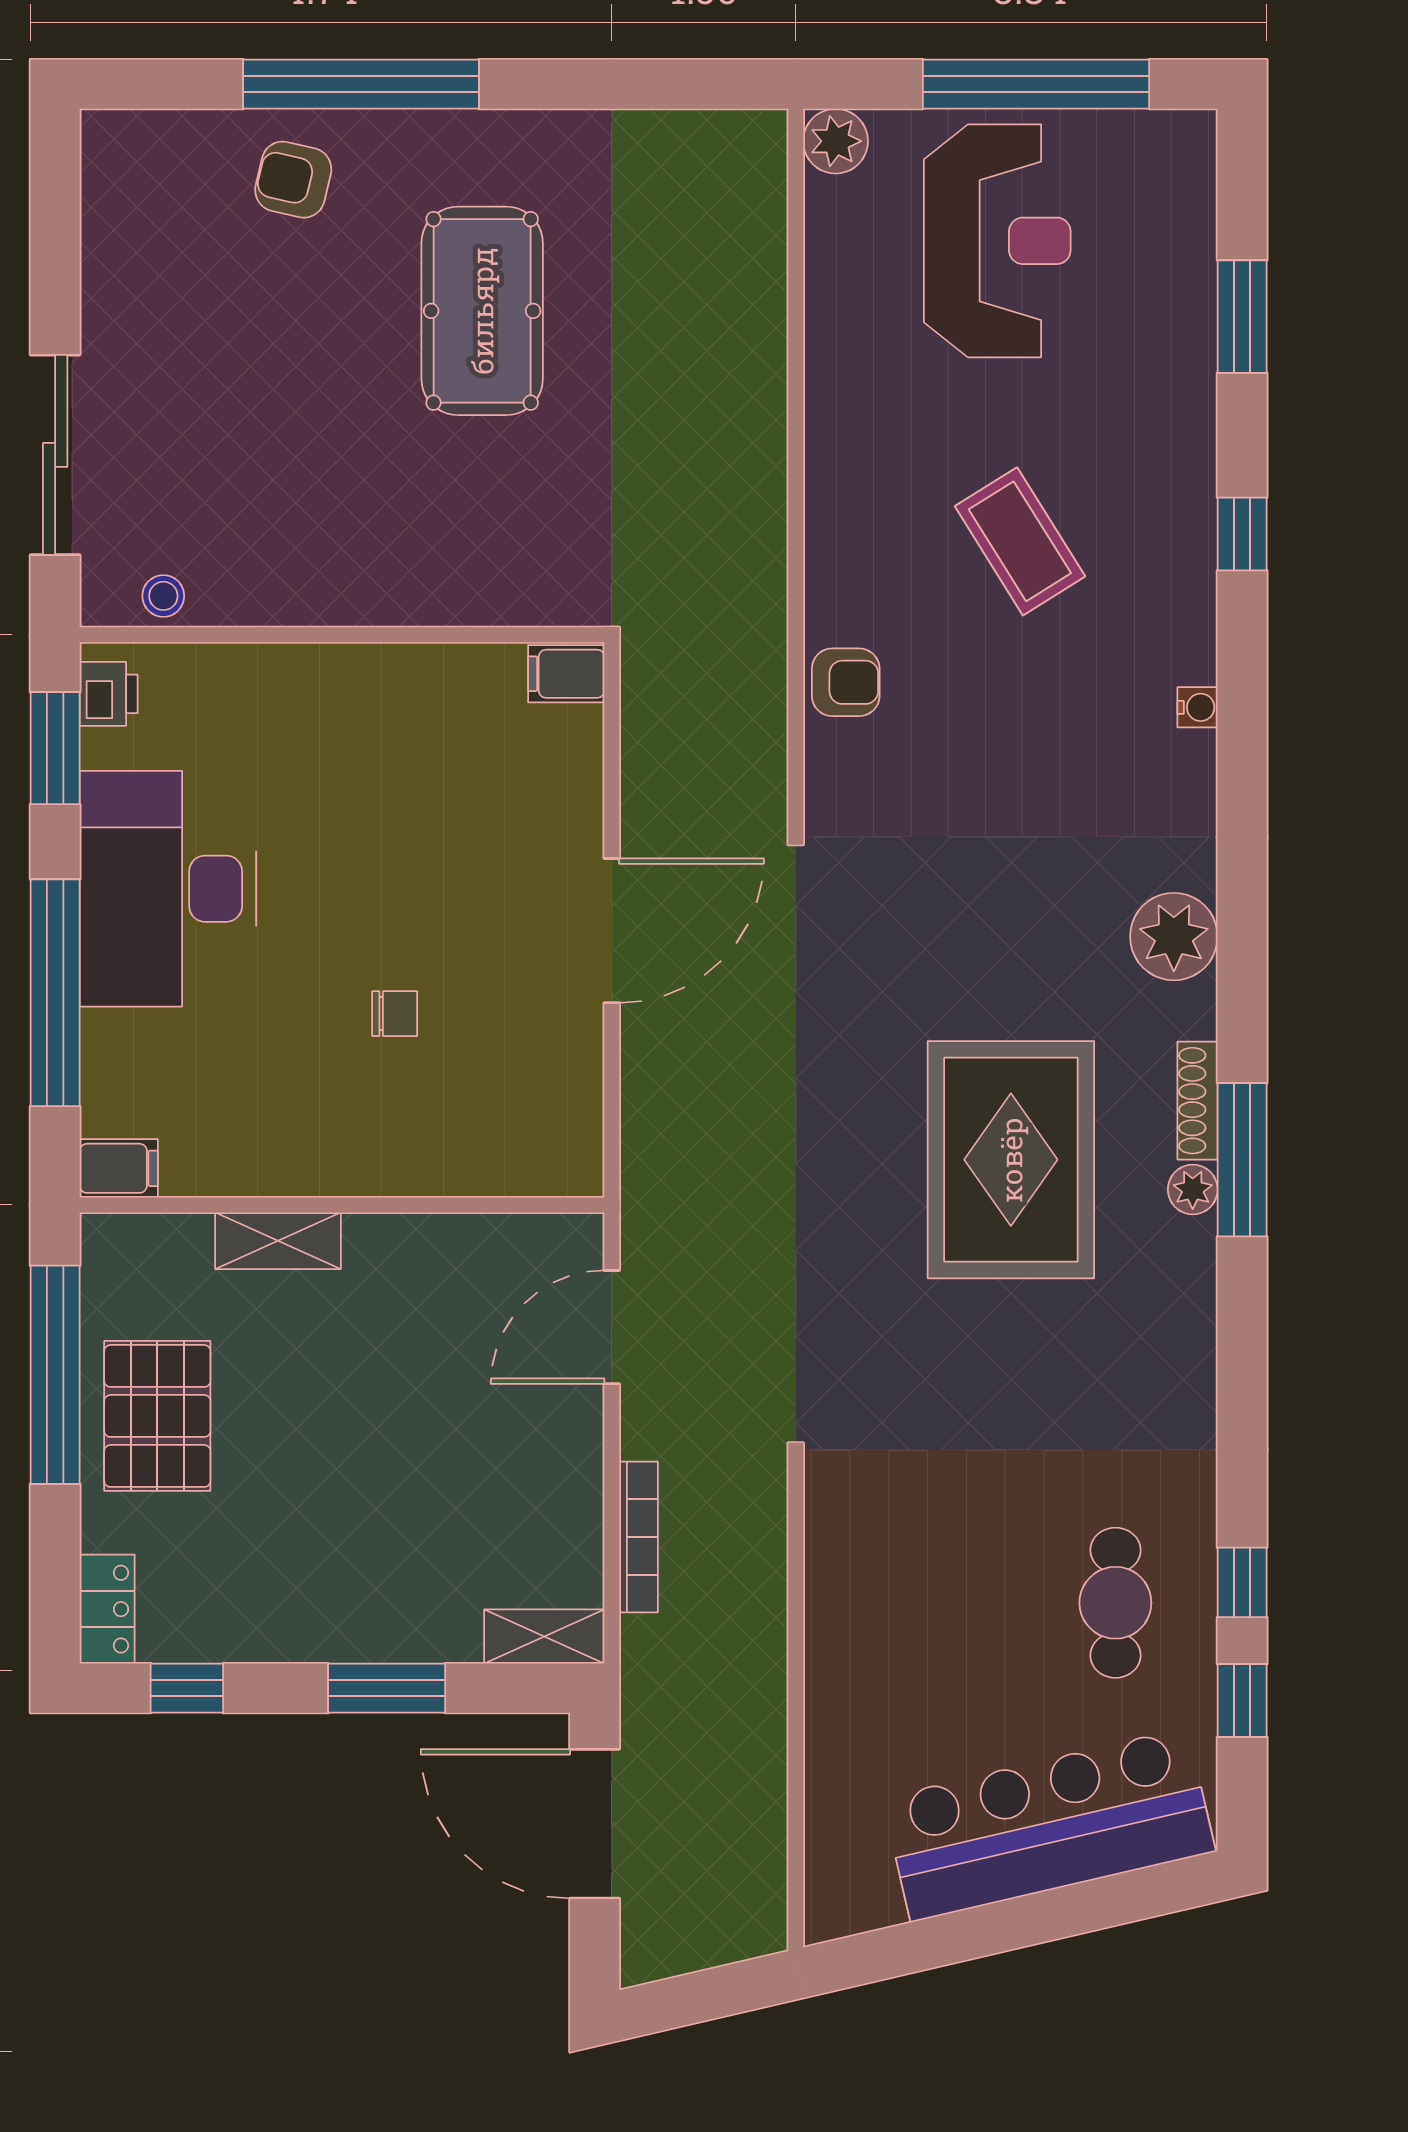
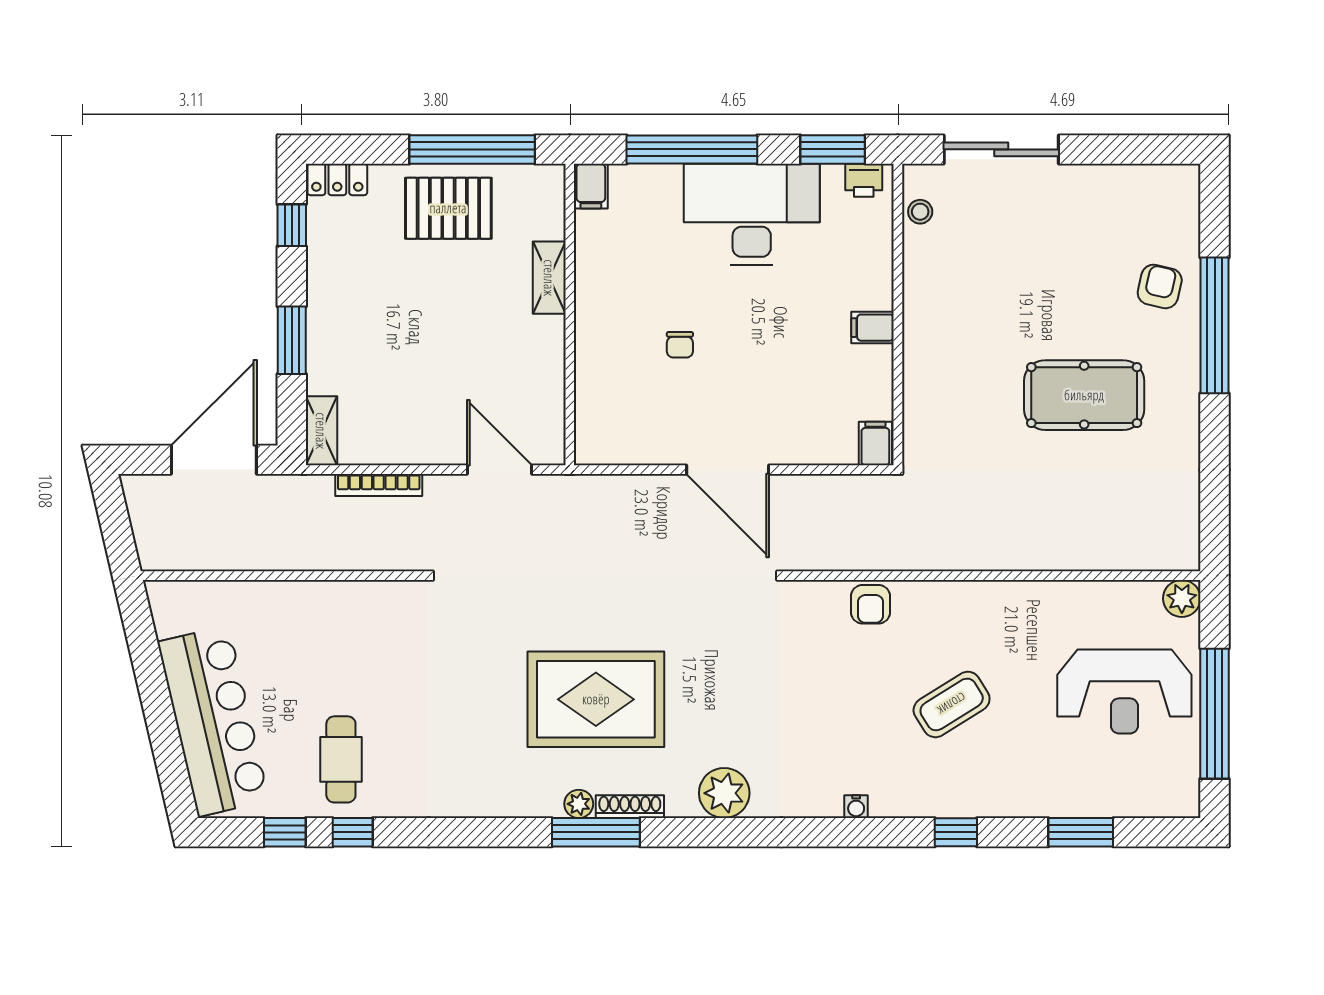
filing cabinet: (365, 679) -> (872, 328), added
cafe table: (1115, 1603) -> (341, 759), turned 90

